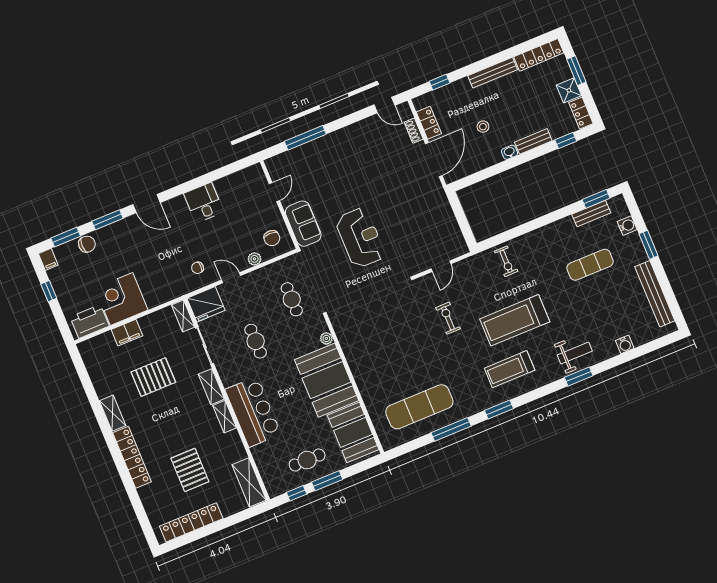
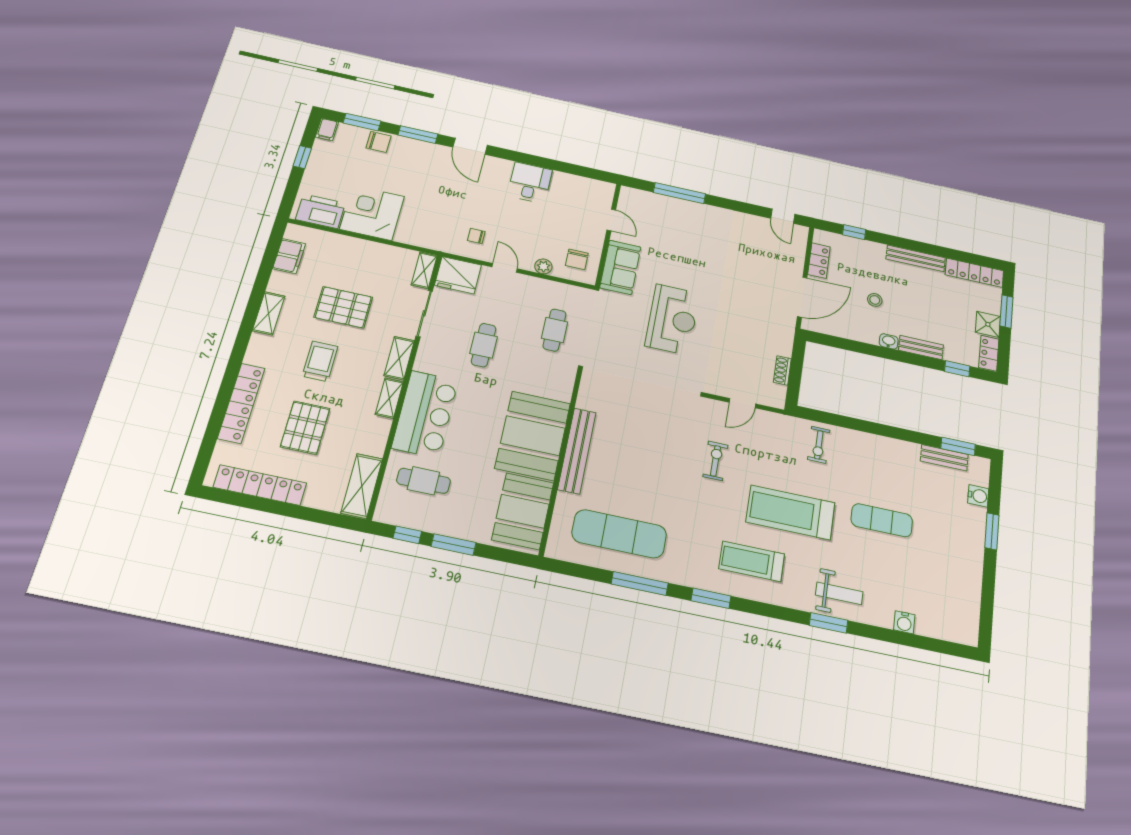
shoe rack: (414, 131) -> (782, 370), moved
door: (274, 192) -> (611, 220), hinge flipped
exercise mat: (590, 265) -> (882, 520), moved
bench: (655, 294) -> (577, 451), moved
filing cabinet: (127, 333) -> (289, 256), moved, turned -90
plant: (326, 338) -> (564, 393), removed
trolley: (166, 422) -> (320, 361), added
locker: (132, 457) -> (241, 403), moved
cafe table: (307, 460) -> (423, 481), moved

